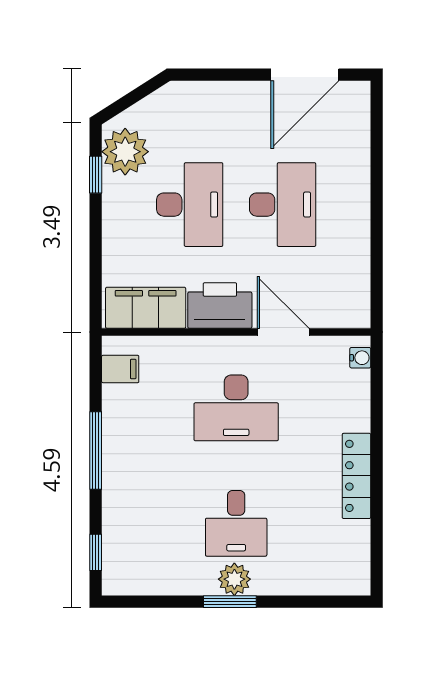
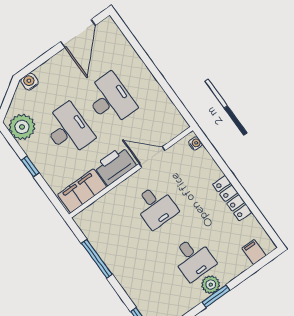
water cooler: (184, 94) -> (30, 82), added
window: (96, 175) -> (30, 166), moved
filing cabinet: (120, 369) -> (254, 252), moved, turned -90
desk: (236, 408) -> (156, 207), width x0.73
window: (96, 451) -> (97, 259), moved

